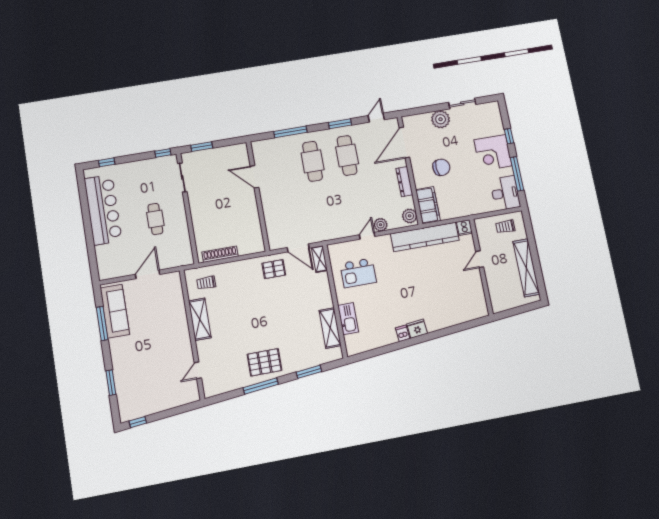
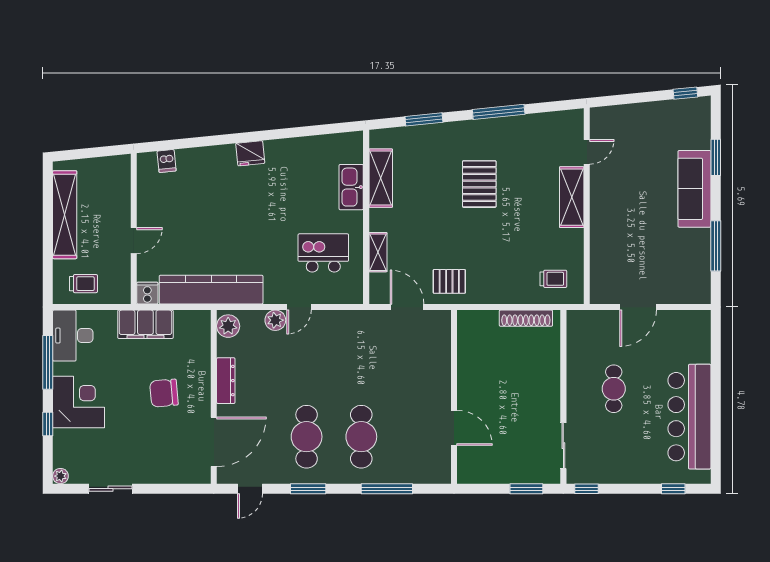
plant: (441, 119) -> (60, 476), moved, width x0.53, depth x0.53
filing cabinet: (428, 205) -> (145, 324), moved, turned -90
shelving: (319, 259) -> (378, 252), moved
sofa: (115, 311) -> (694, 189), moved
shelving: (200, 319) -> (572, 197), moved
dishwasher: (403, 333) -> (167, 161), moved
pallet: (264, 362) -> (479, 184), moved, turned 90

